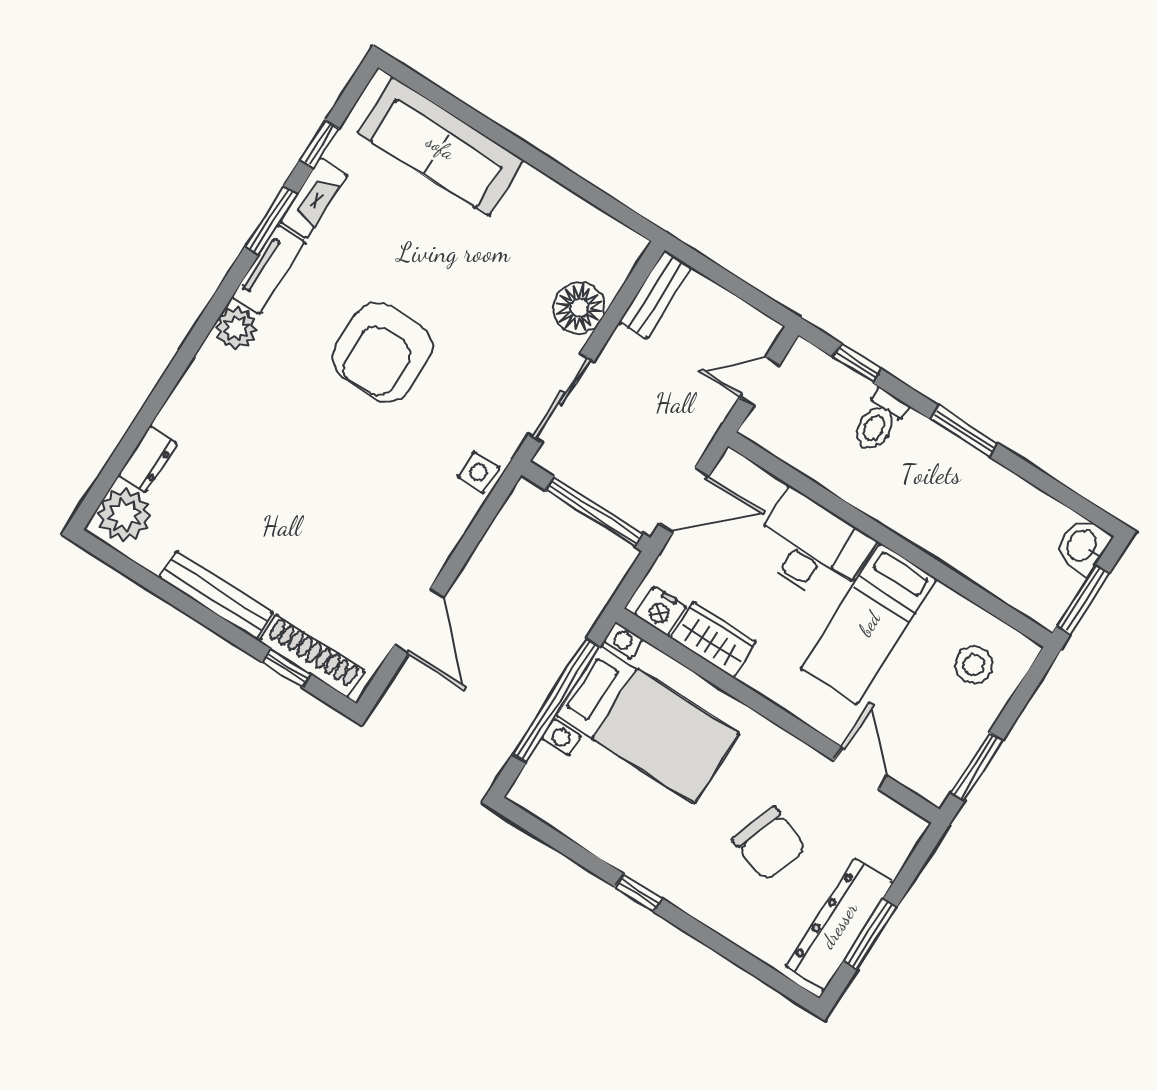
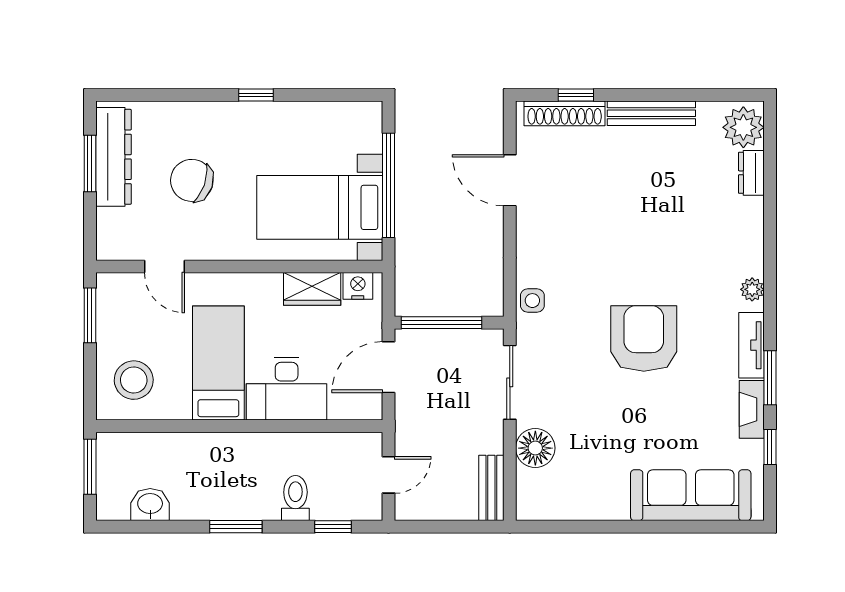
plant: (236, 328) -> (752, 289), width x0.73, depth x0.73
washbasin: (1083, 546) -> (150, 505), moved, turned -90
stool: (974, 665) -> (134, 380), width x1.38, depth x1.38

